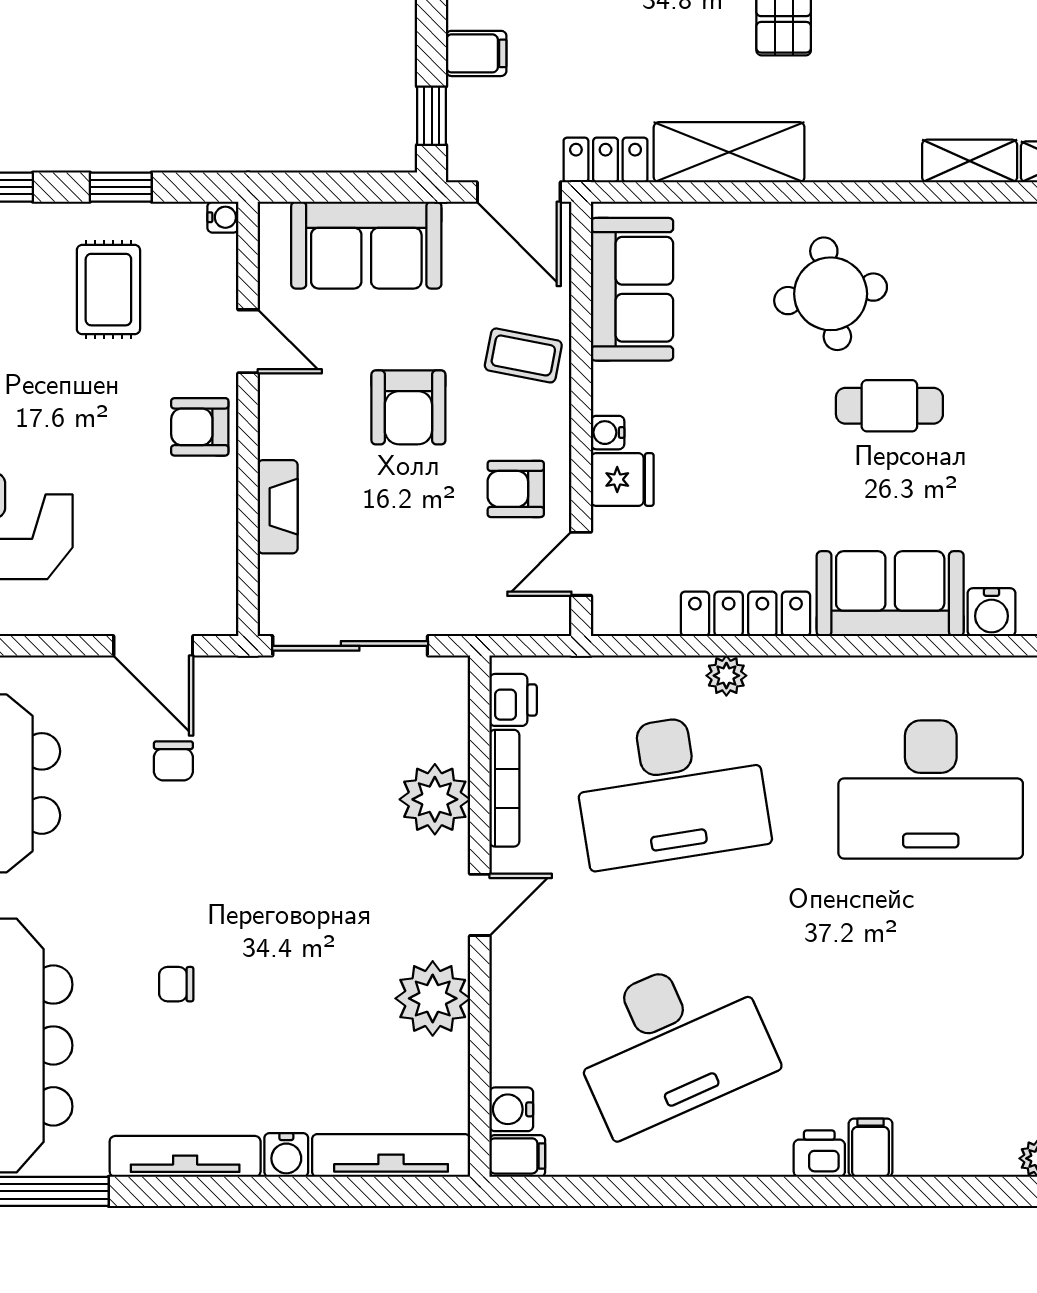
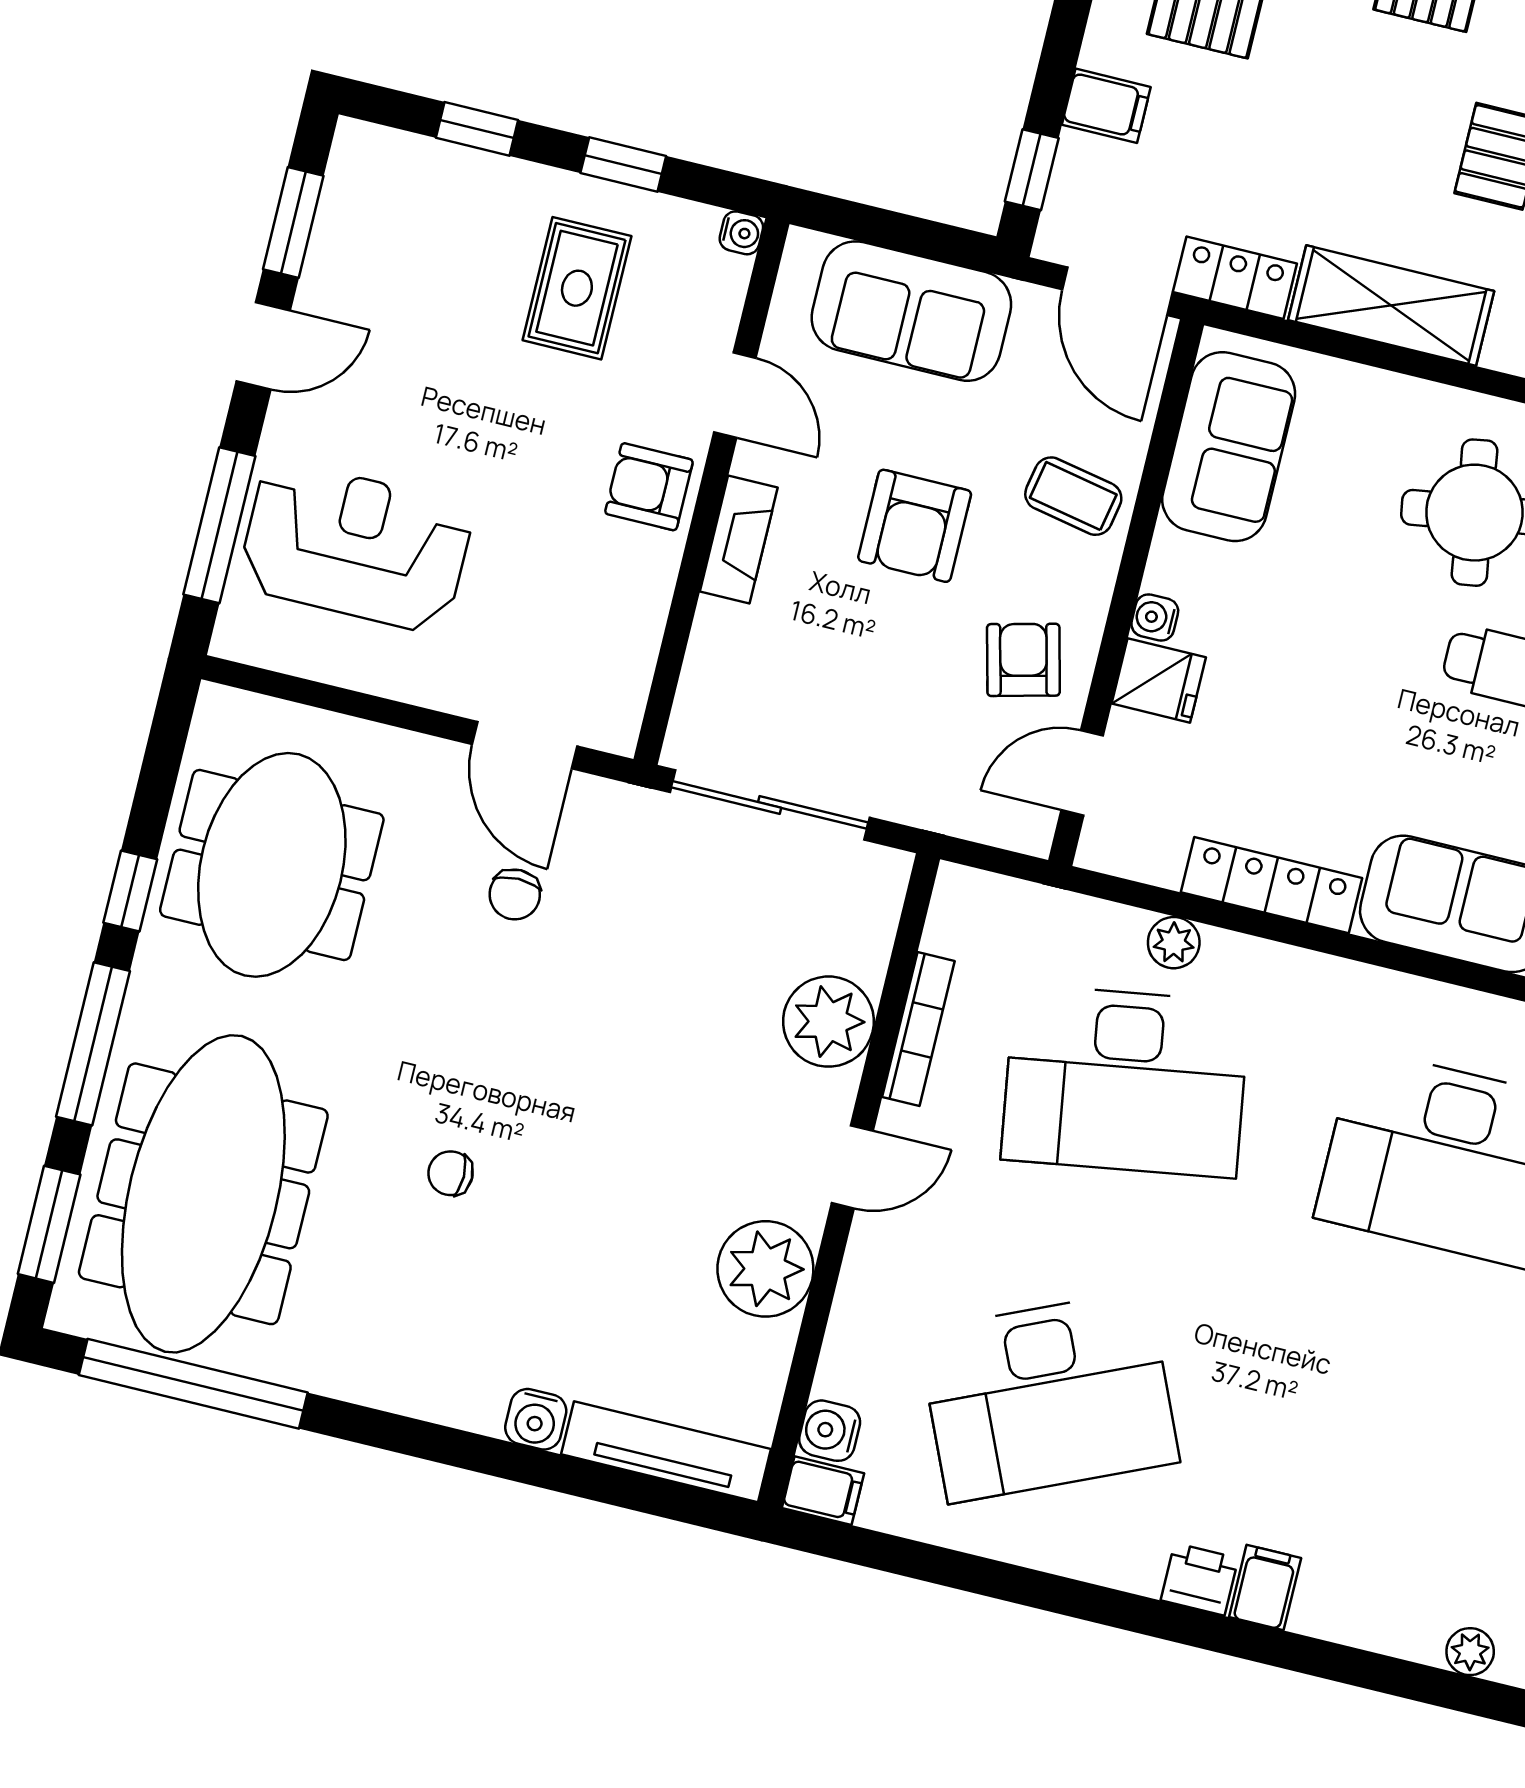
armchair: (516, 489) -> (1023, 660), turned 76
fireplace: (278, 507) -> (739, 540), moved
plant: (726, 676) -> (1174, 943), moved
printer: (513, 700) -> (956, 922), removed
tv unit: (185, 1156) -> (409, 1390), removed

